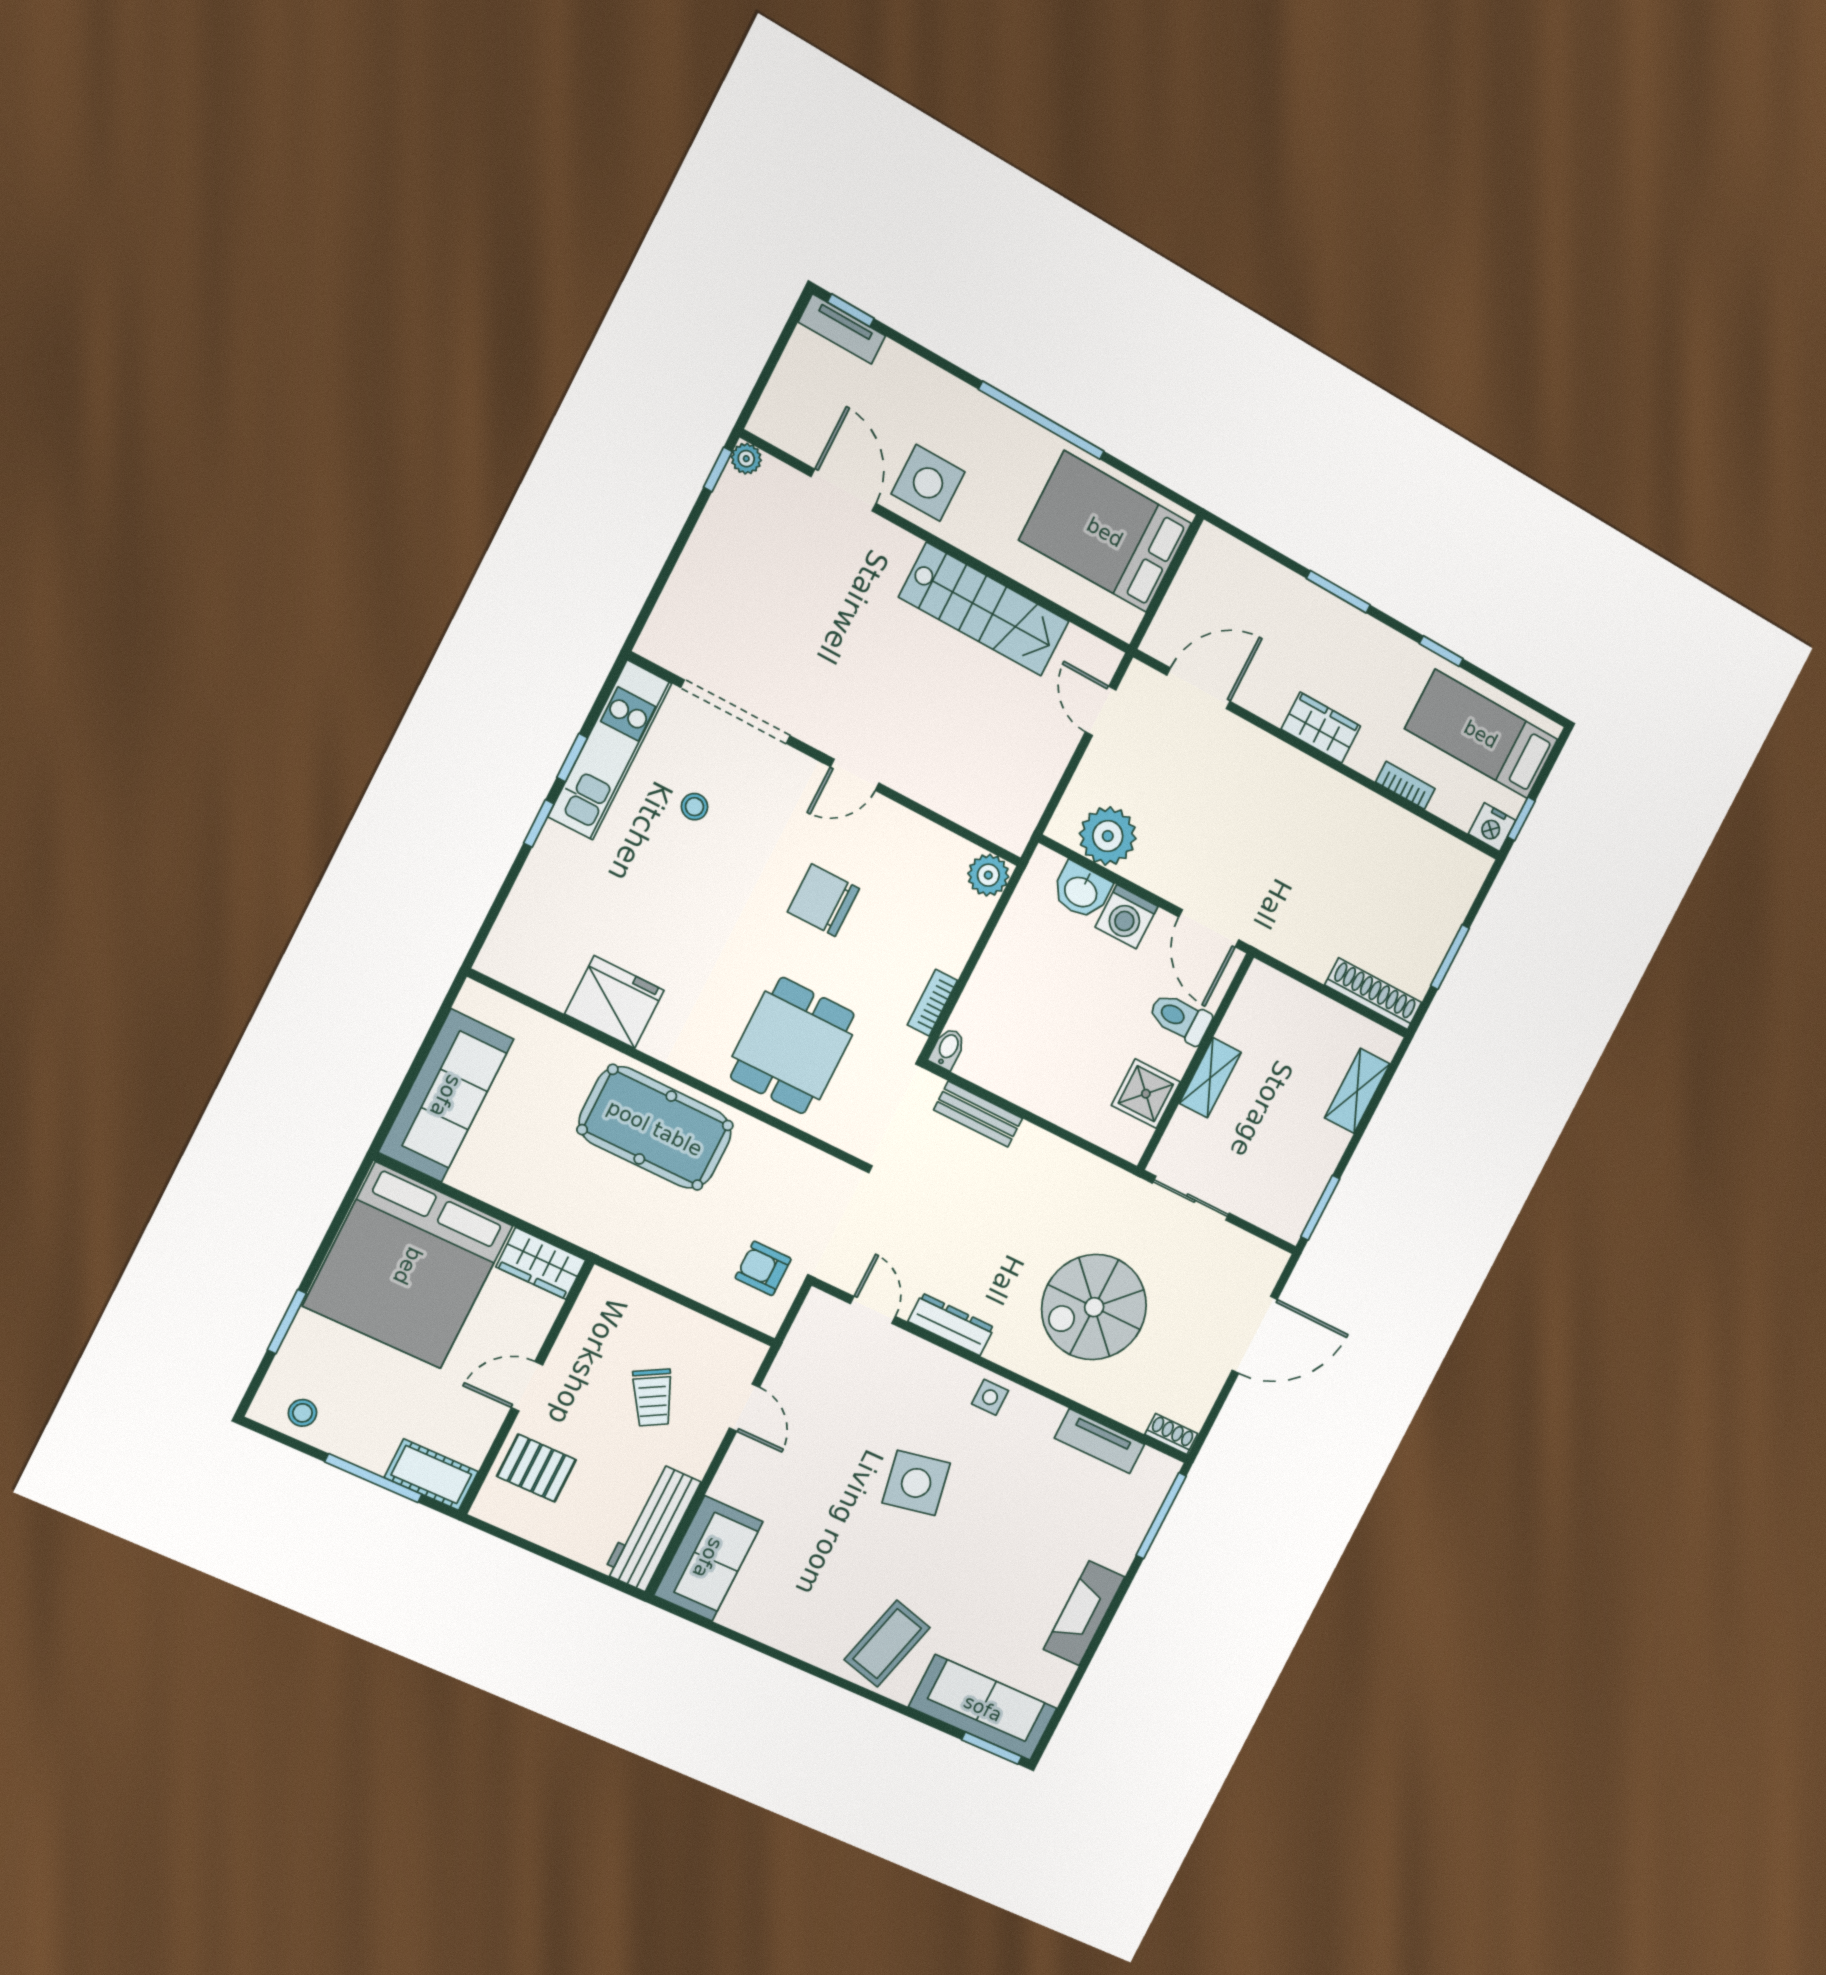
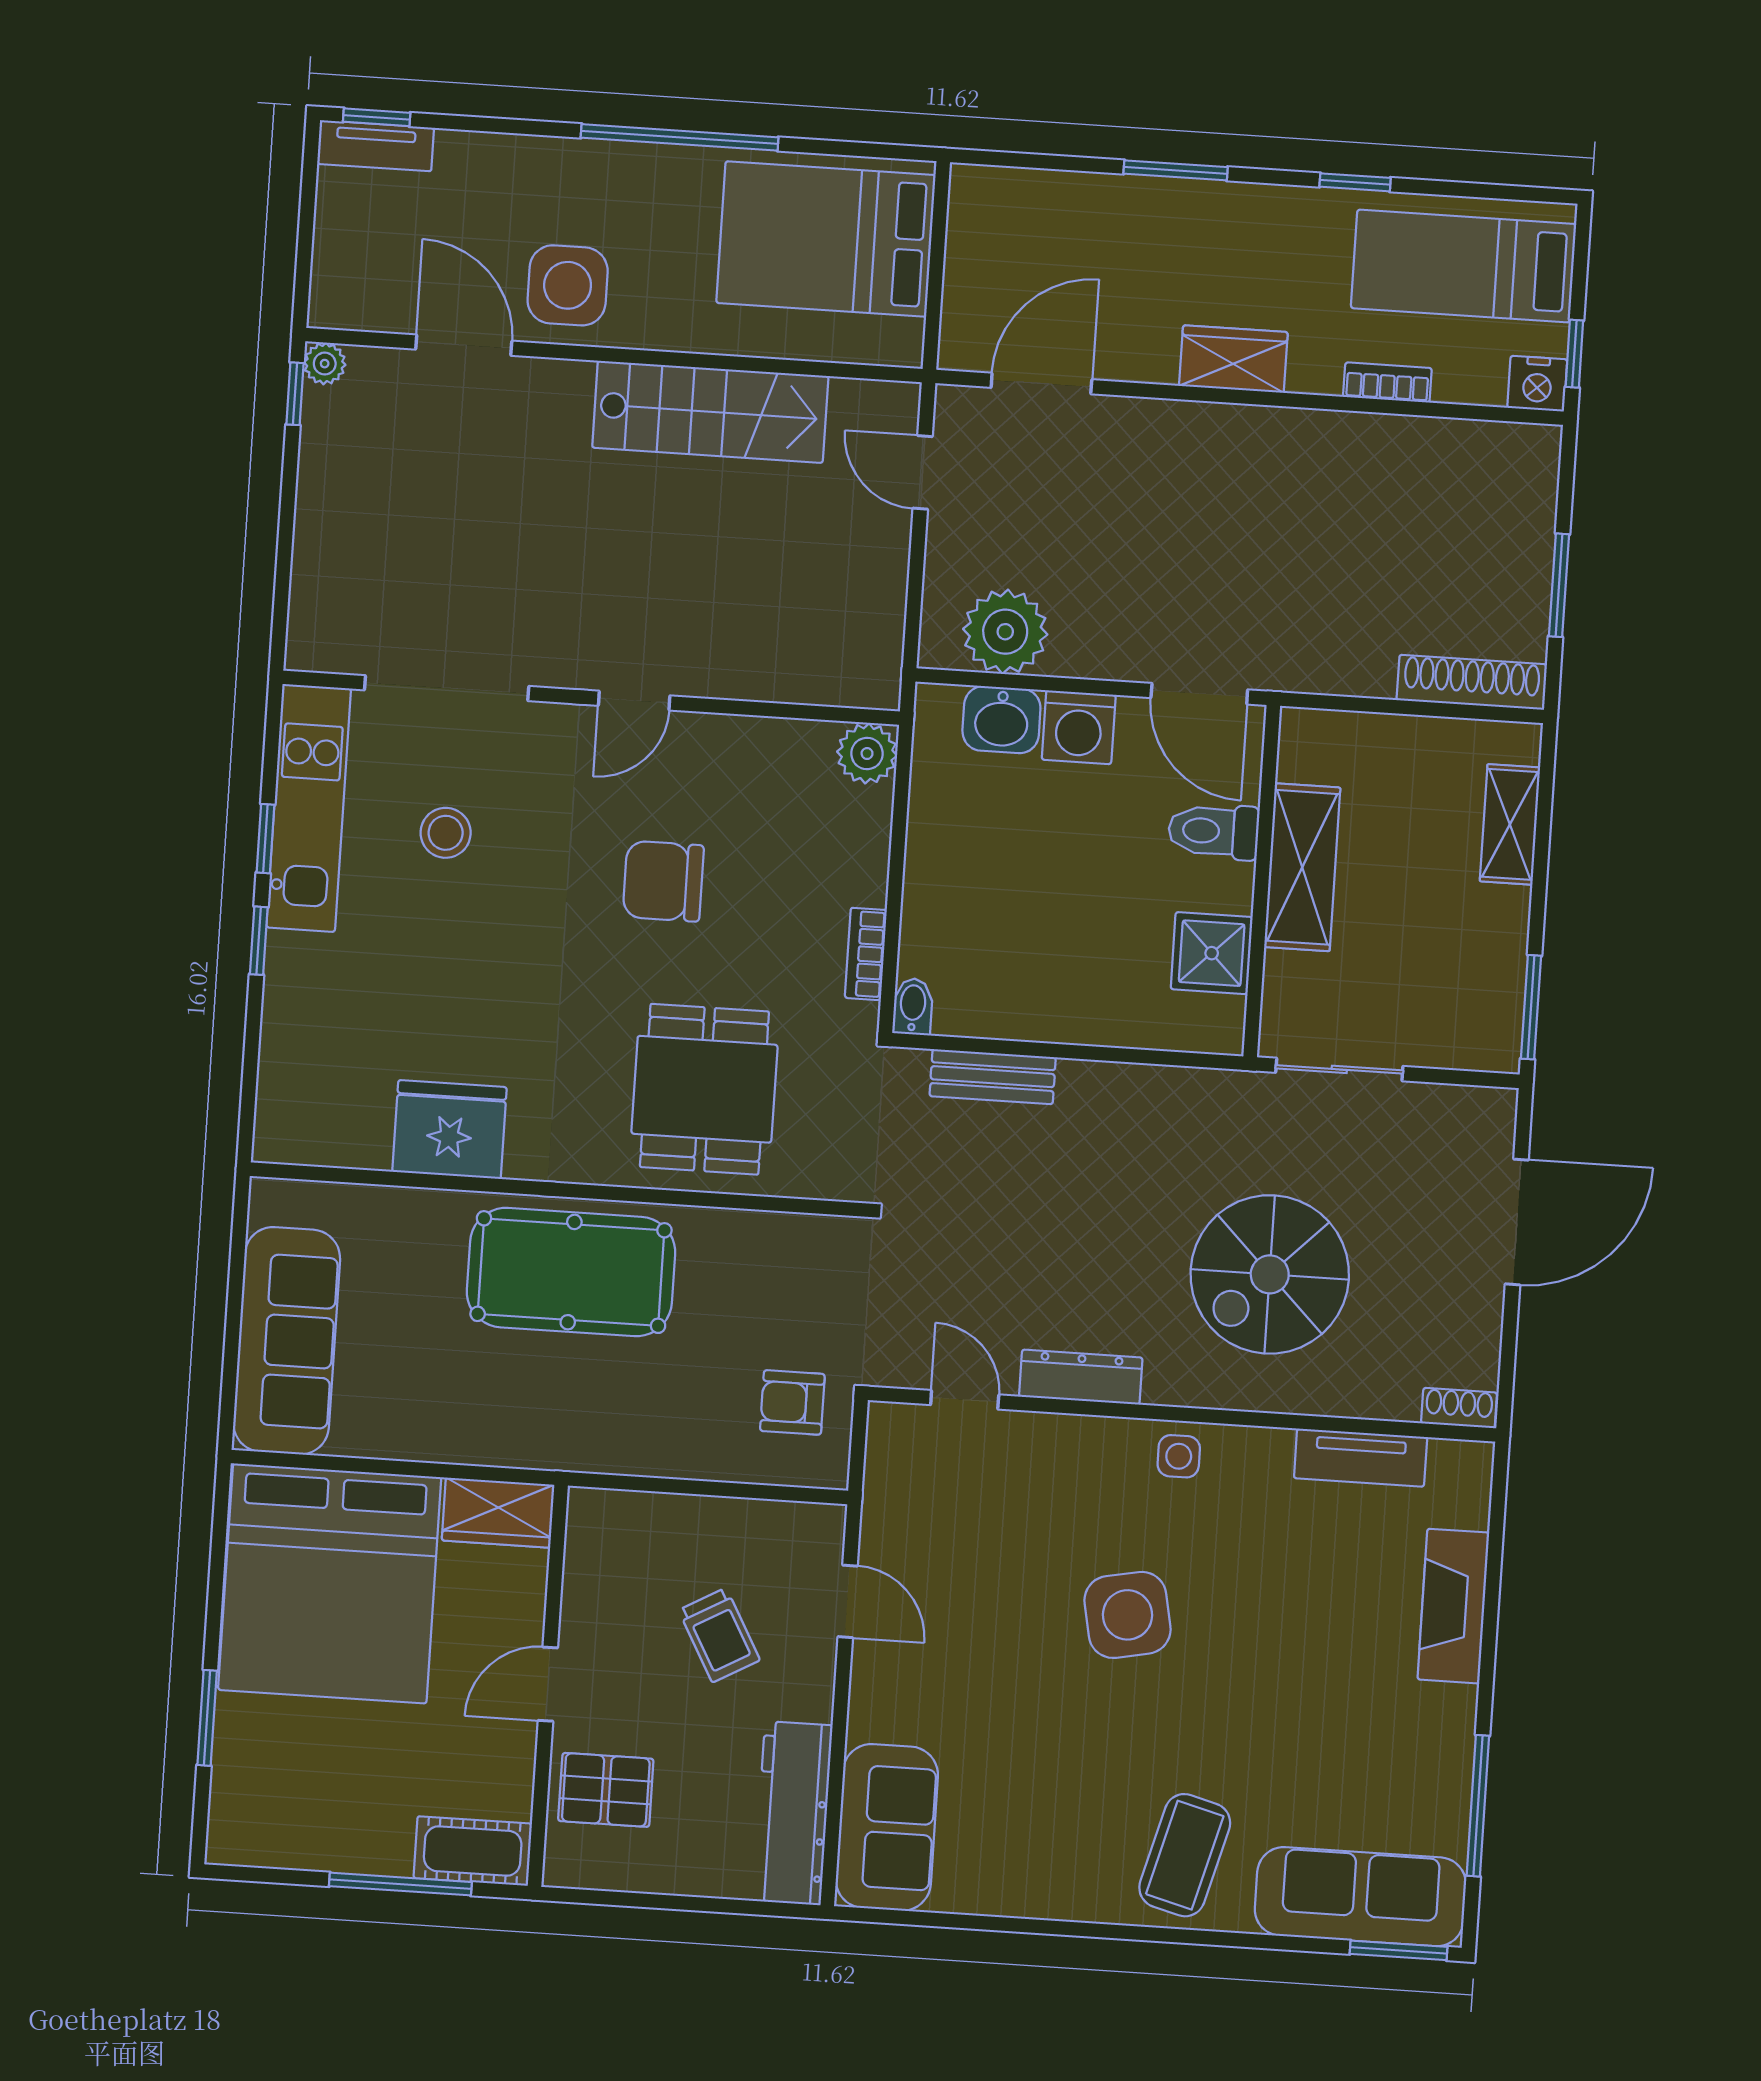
stool: (694, 807) -> (446, 833), width x1.37, depth x1.37
shelving: (1210, 1078) -> (1302, 867), width x1.50, depth x1.33
stool: (302, 1413) -> (275, 1831), removed
window: (1161, 1516) -> (1478, 1806), moved
fireplace: (1084, 1613) -> (1453, 1606), moved

